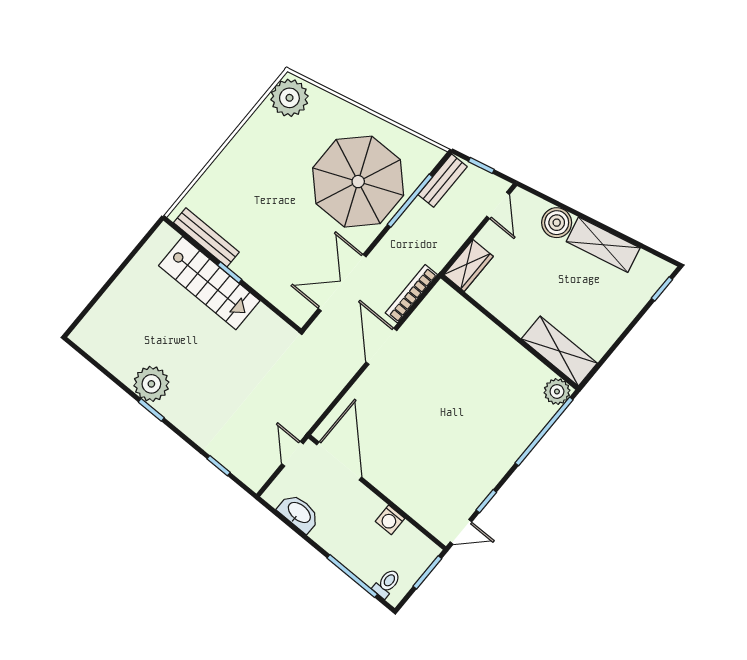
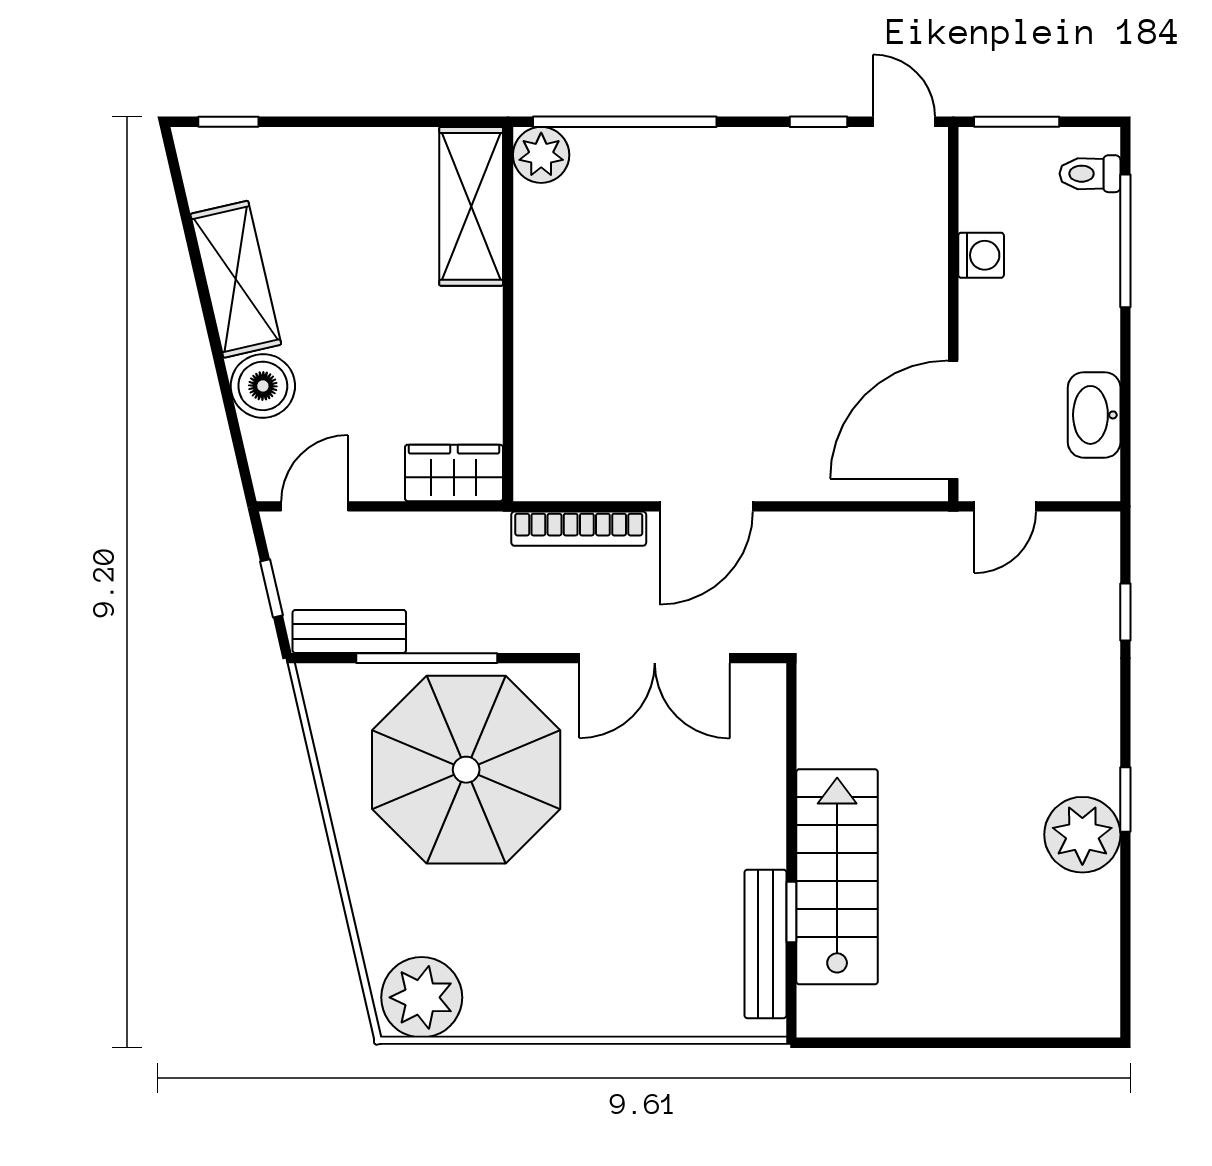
window: (230, 272) -> (791, 912), moved

